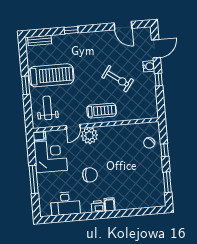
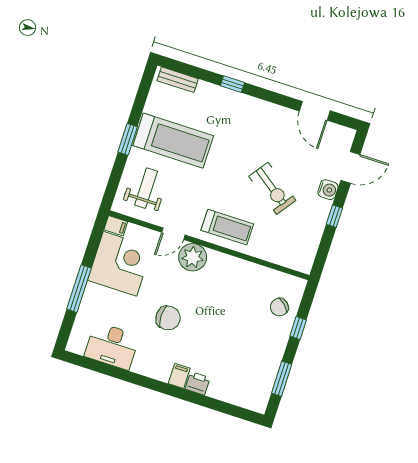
printer: (98, 206) -> (198, 383), moved

